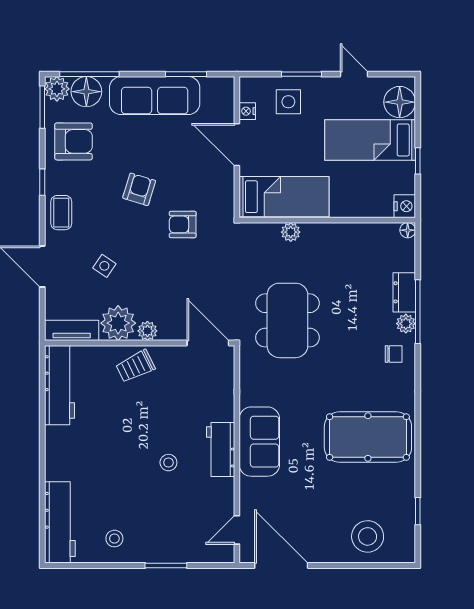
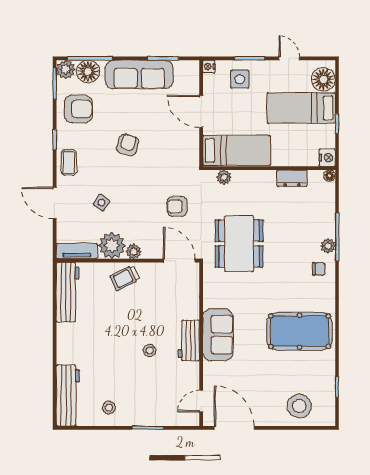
nightstand: (247, 111) -> (209, 67), moved
armchair: (183, 224) -> (177, 206), moved
plant: (291, 232) -> (224, 177), moved
dresser: (404, 292) -> (292, 178), moved, turned -90

